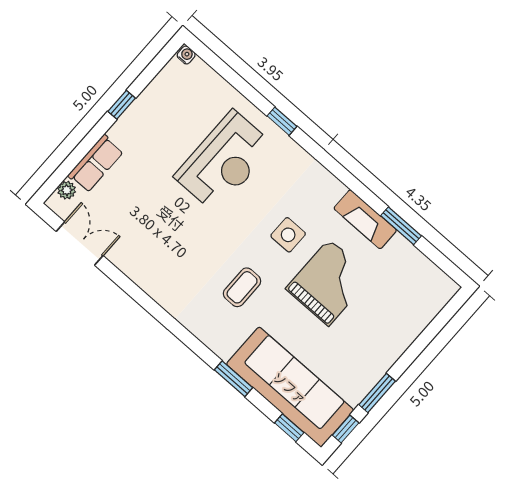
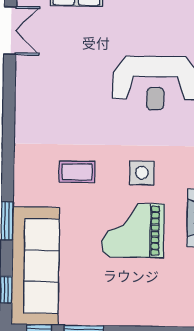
grand piano: (329, 283) -> (133, 230), turned 180

